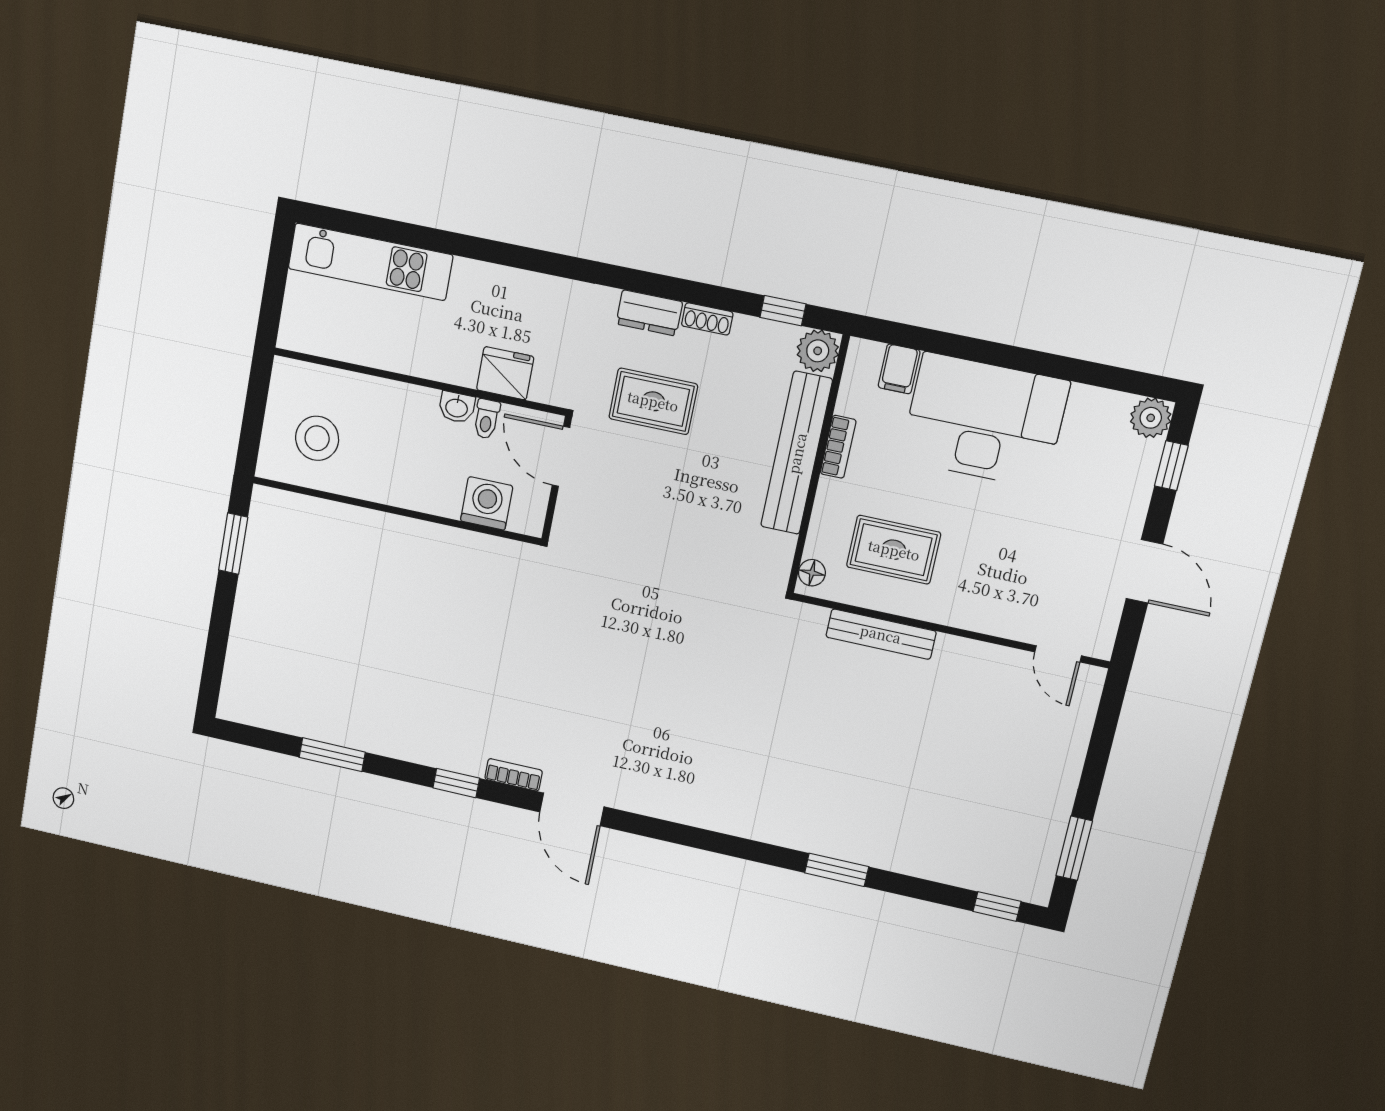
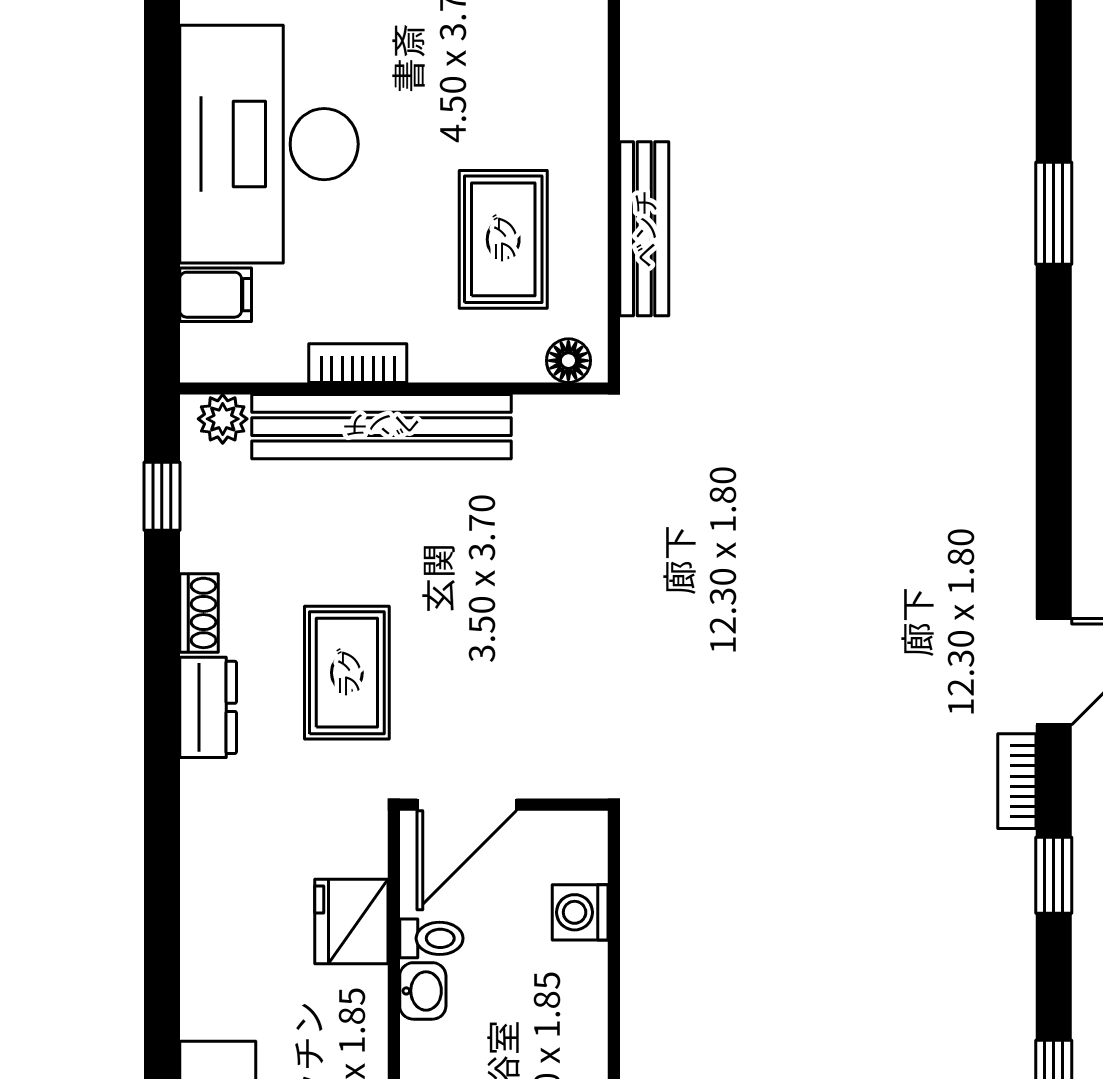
plant: (818, 351) -> (223, 419), width x0.73, depth x0.73
washing machine: (487, 503) -> (580, 912), width x0.73, depth x0.73

